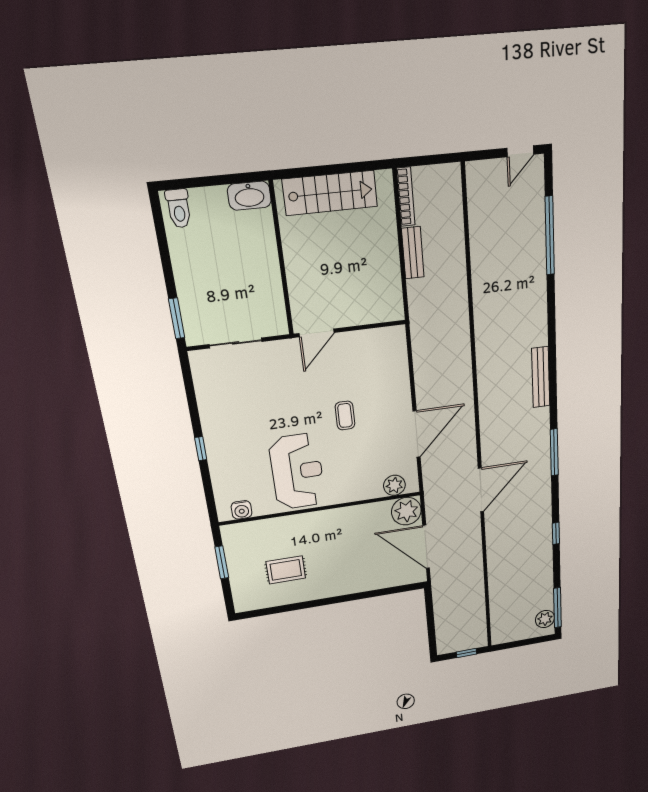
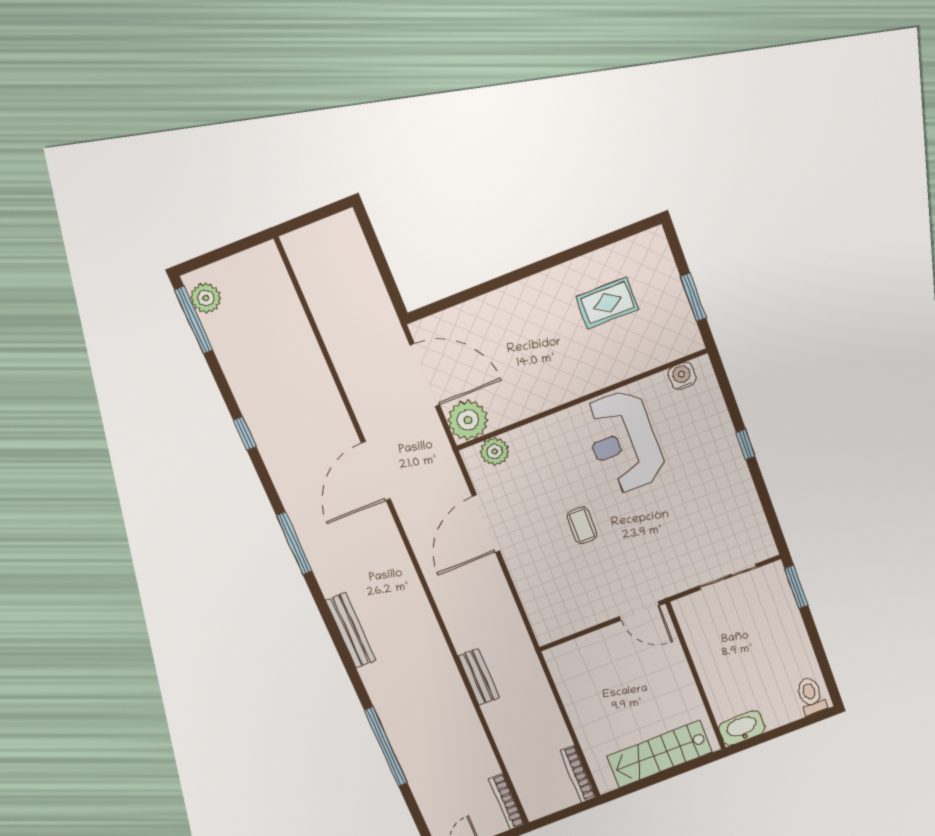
bookcase: (473, 189) -> (507, 802), added
window: (550, 236) -> (386, 747), moved
bench: (413, 253) -> (479, 677), moved
door: (316, 333) -> (640, 611), swing flipped
window: (466, 653) -> (308, 219), removed

